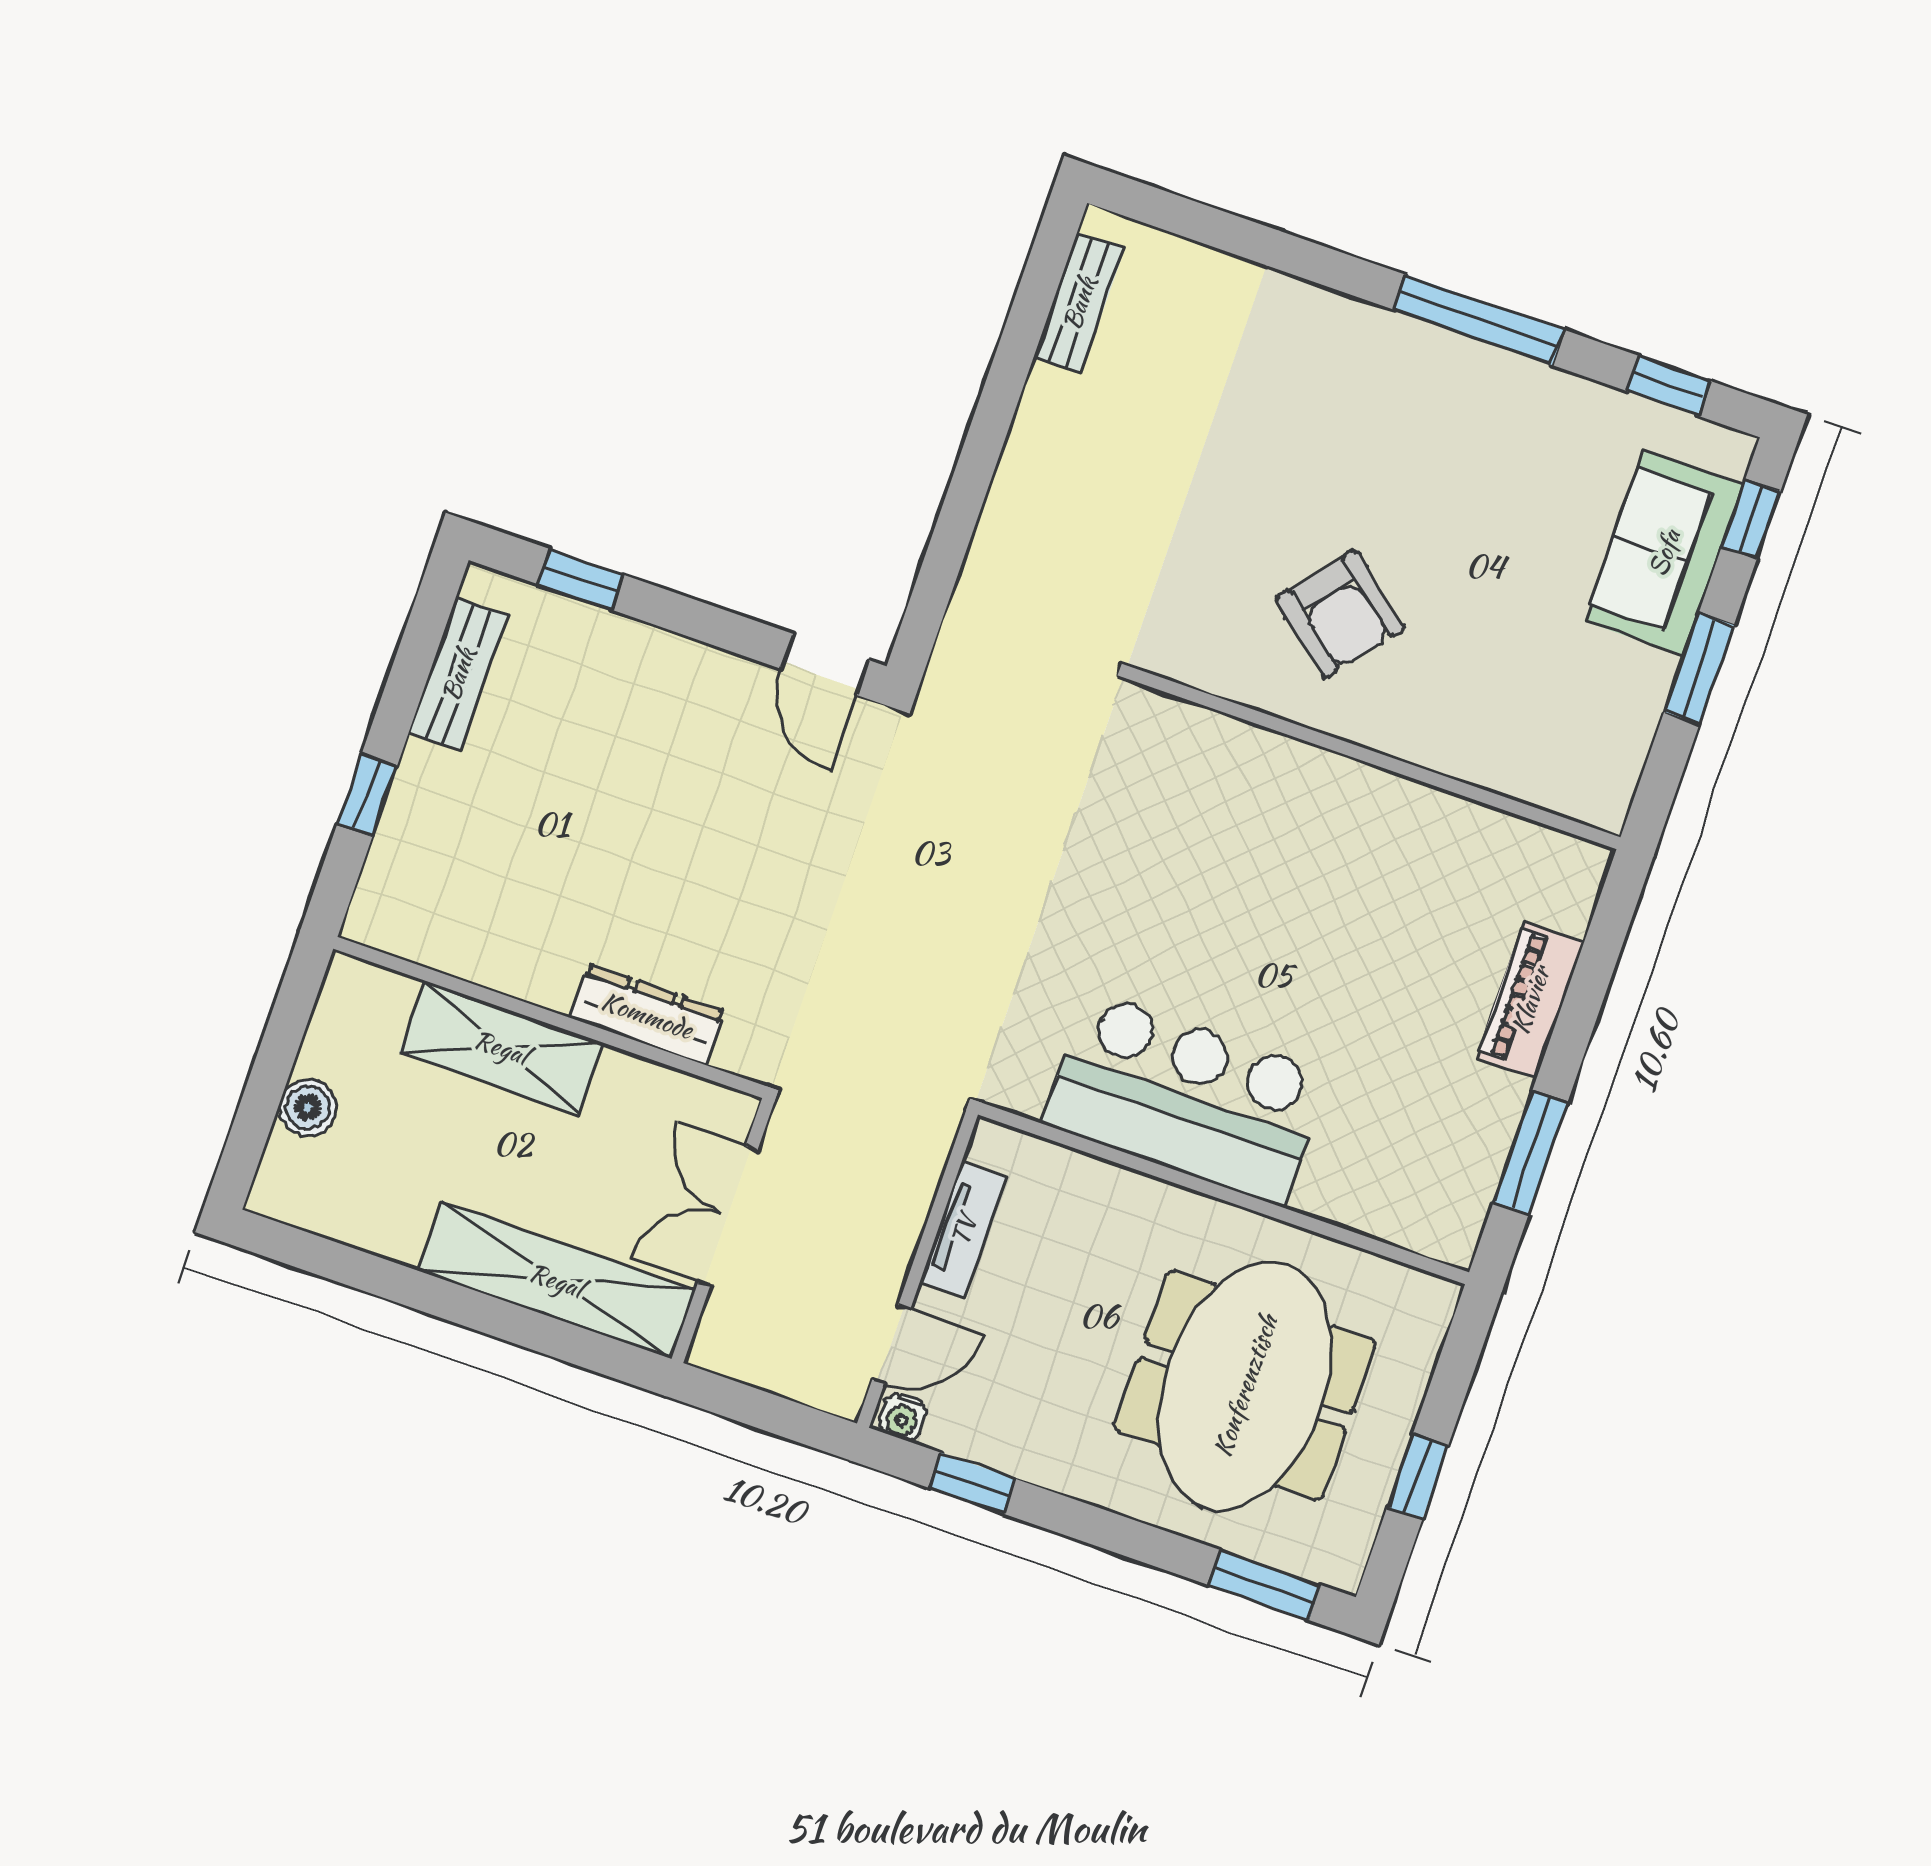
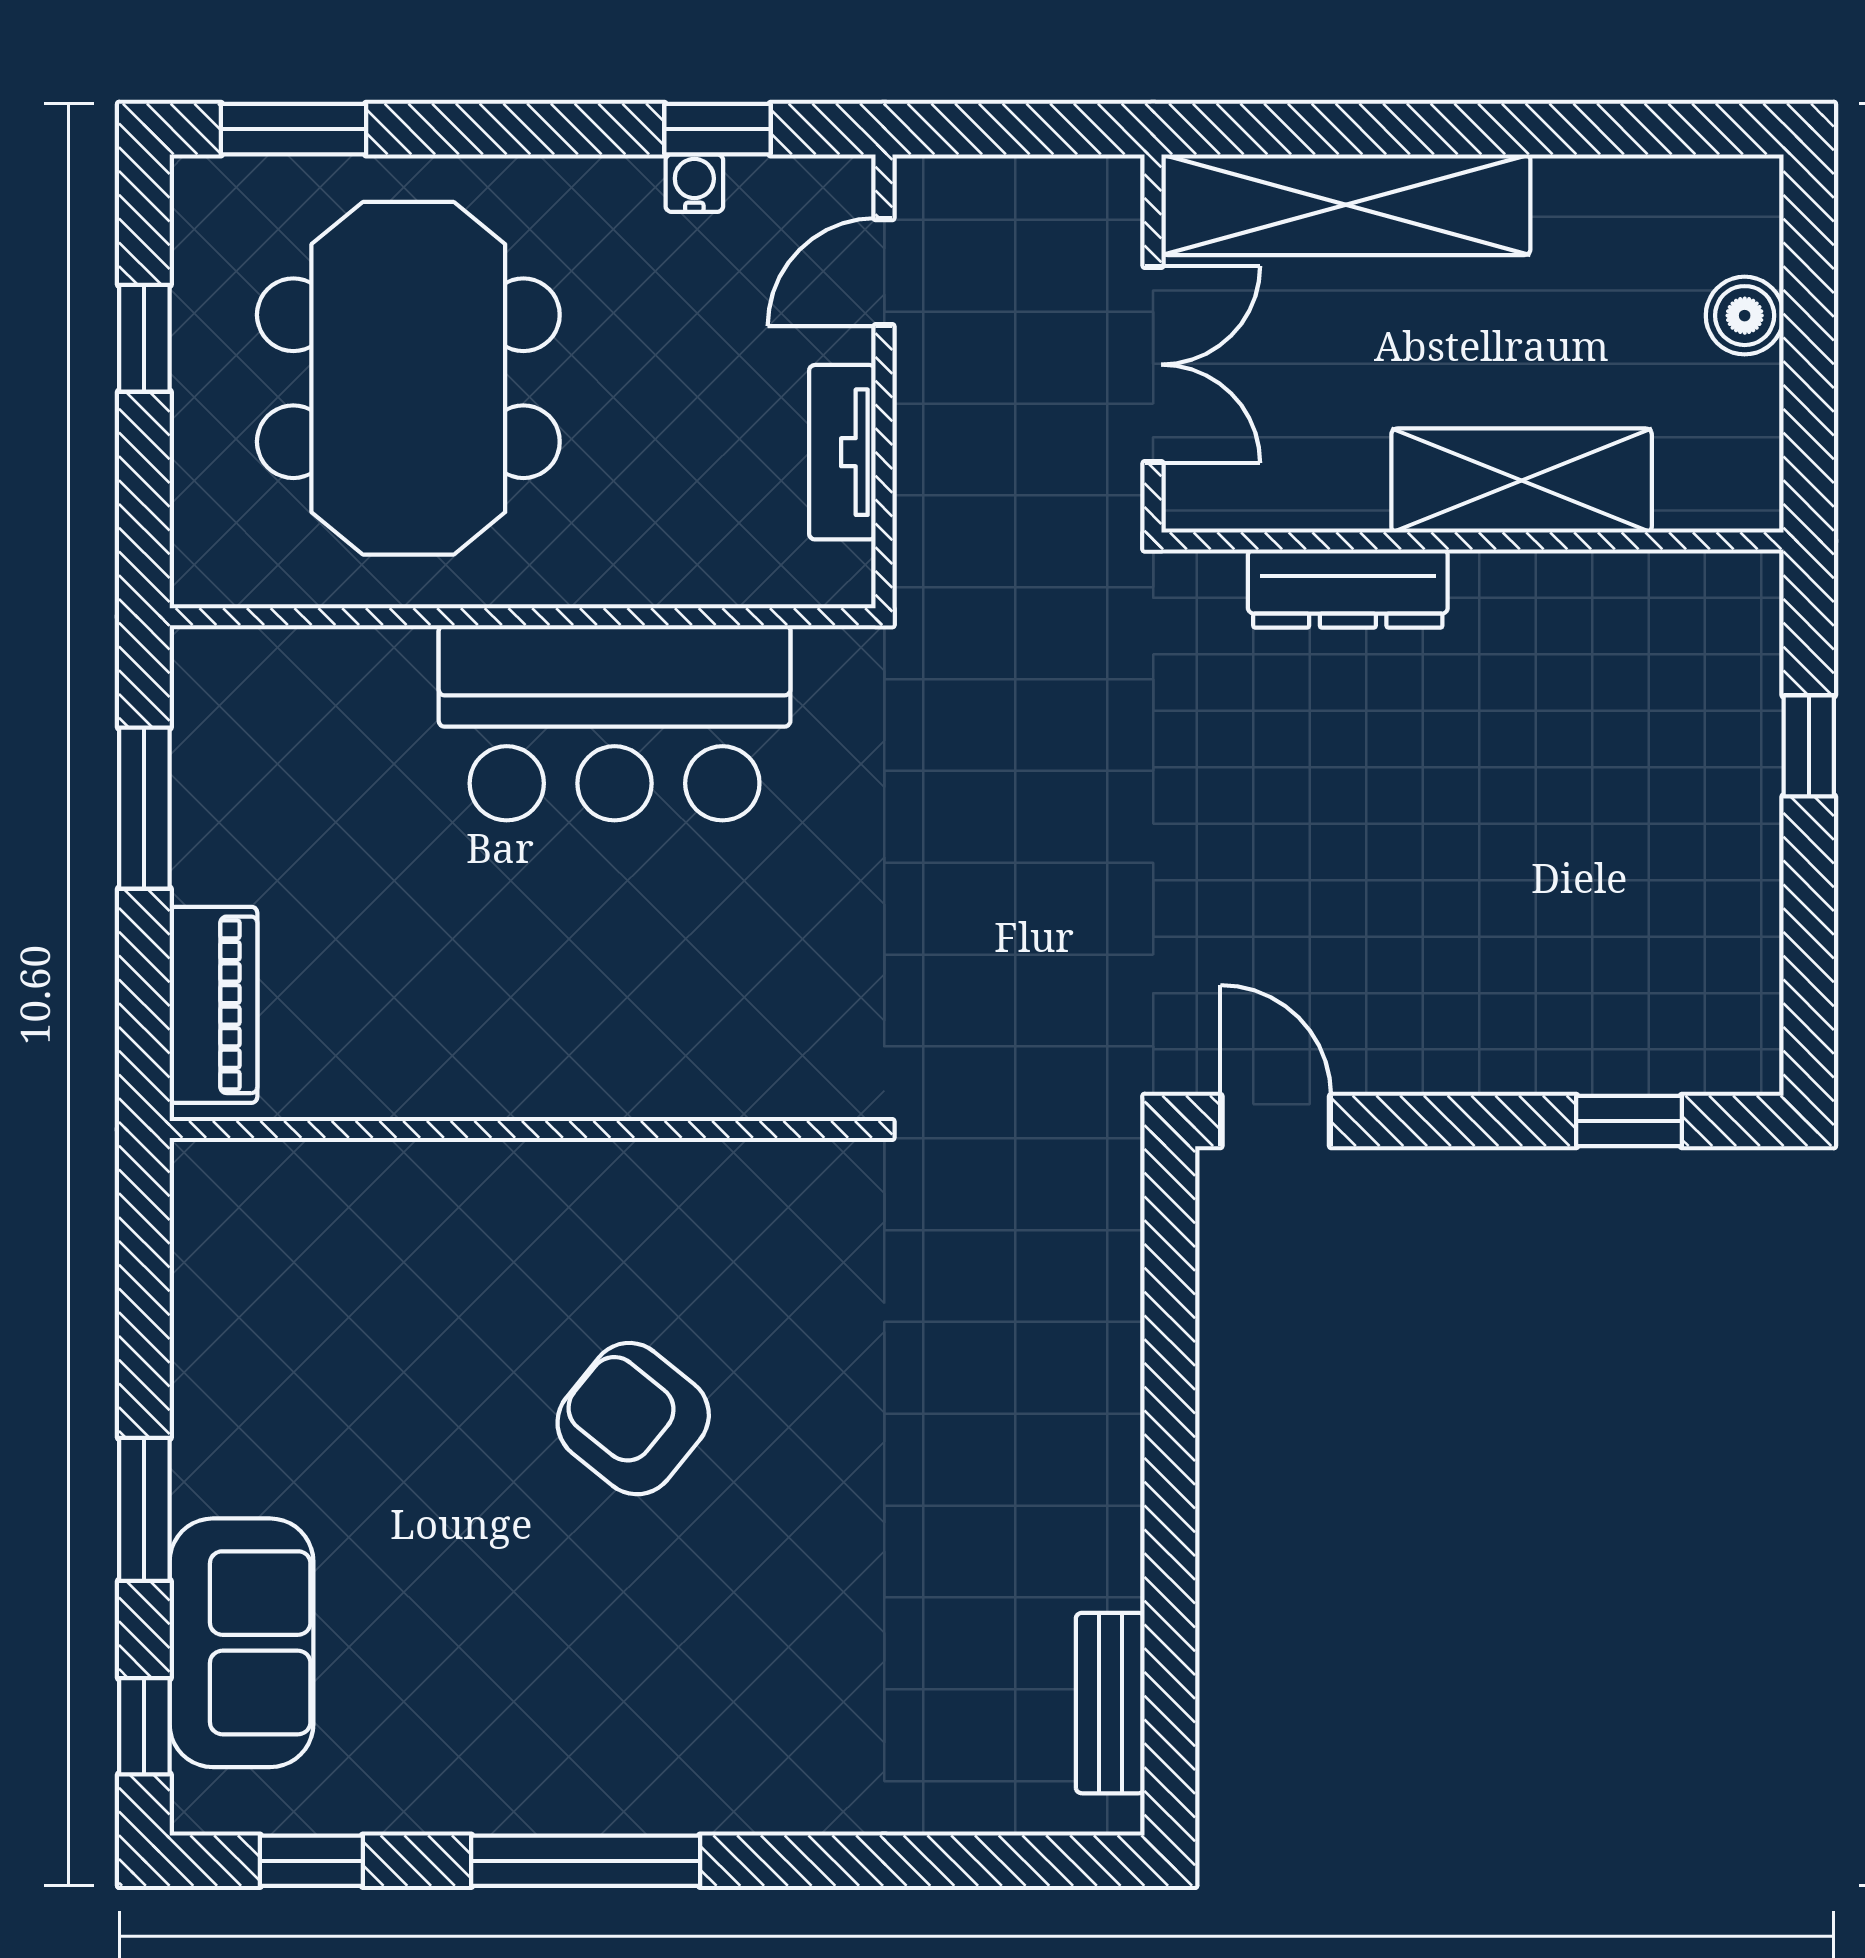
bench: (458, 674) -> (1746, 944), removed
wall: (1375, 758) -> (523, 1129), moved
water cooler: (903, 1417) -> (694, 183), moved

